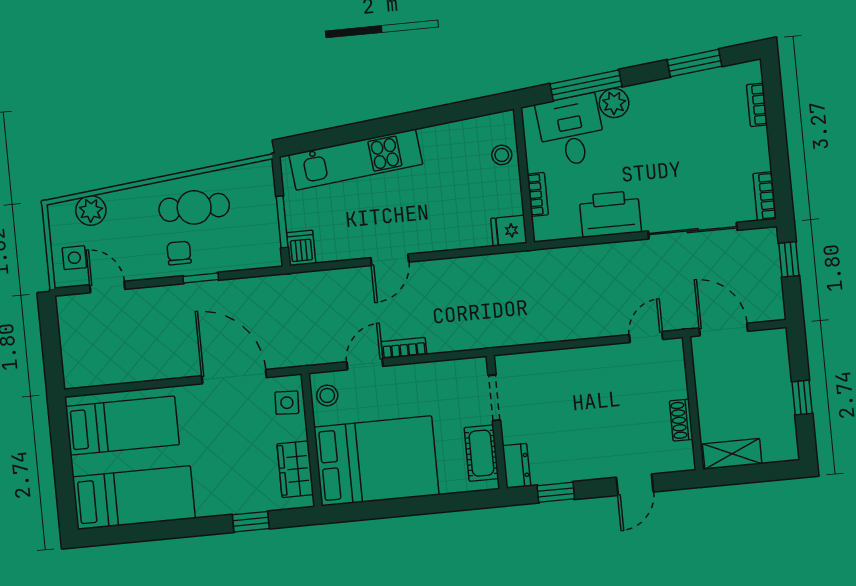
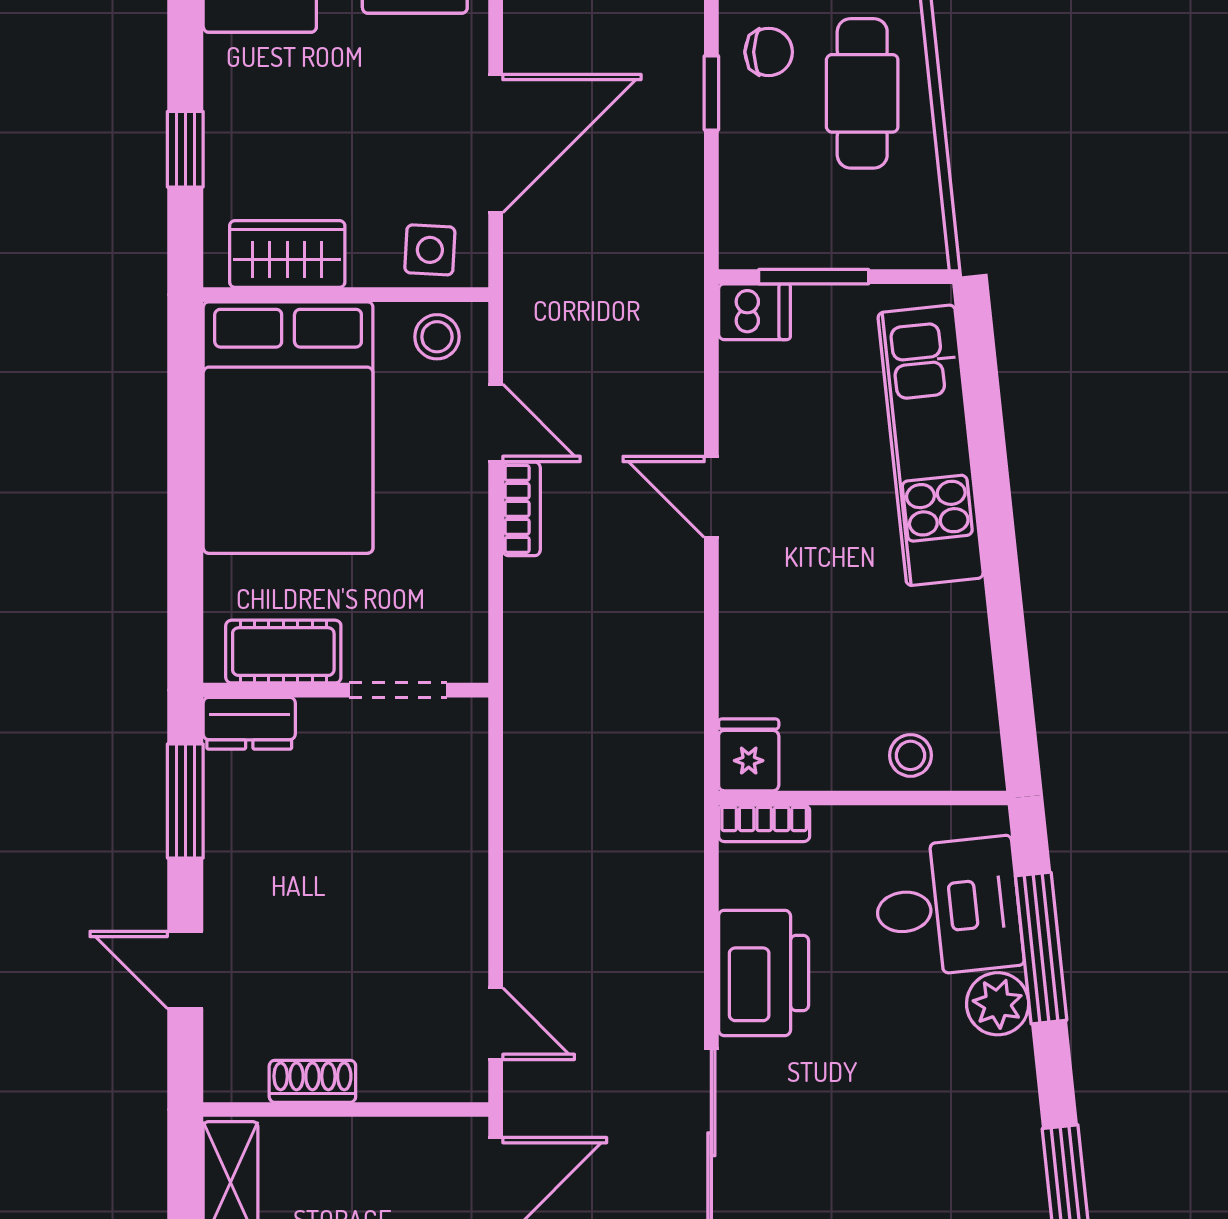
bookcase: (538, 194) -> (764, 823), moved
window: (556, 492) -> (185, 801), width x1.50

